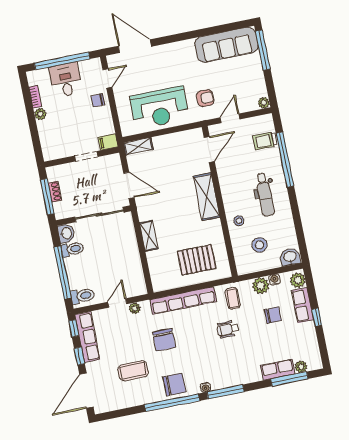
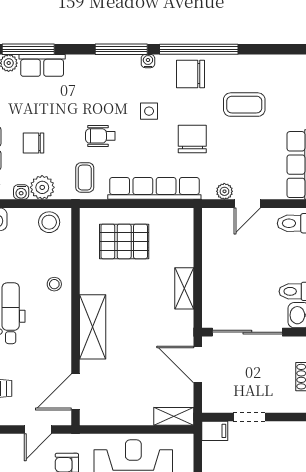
stool: (259, 245) -> (49, 222), moved
wheelchair: (228, 329) -> (100, 136), turned 180
side table: (198, 353) -> (149, 111), added

